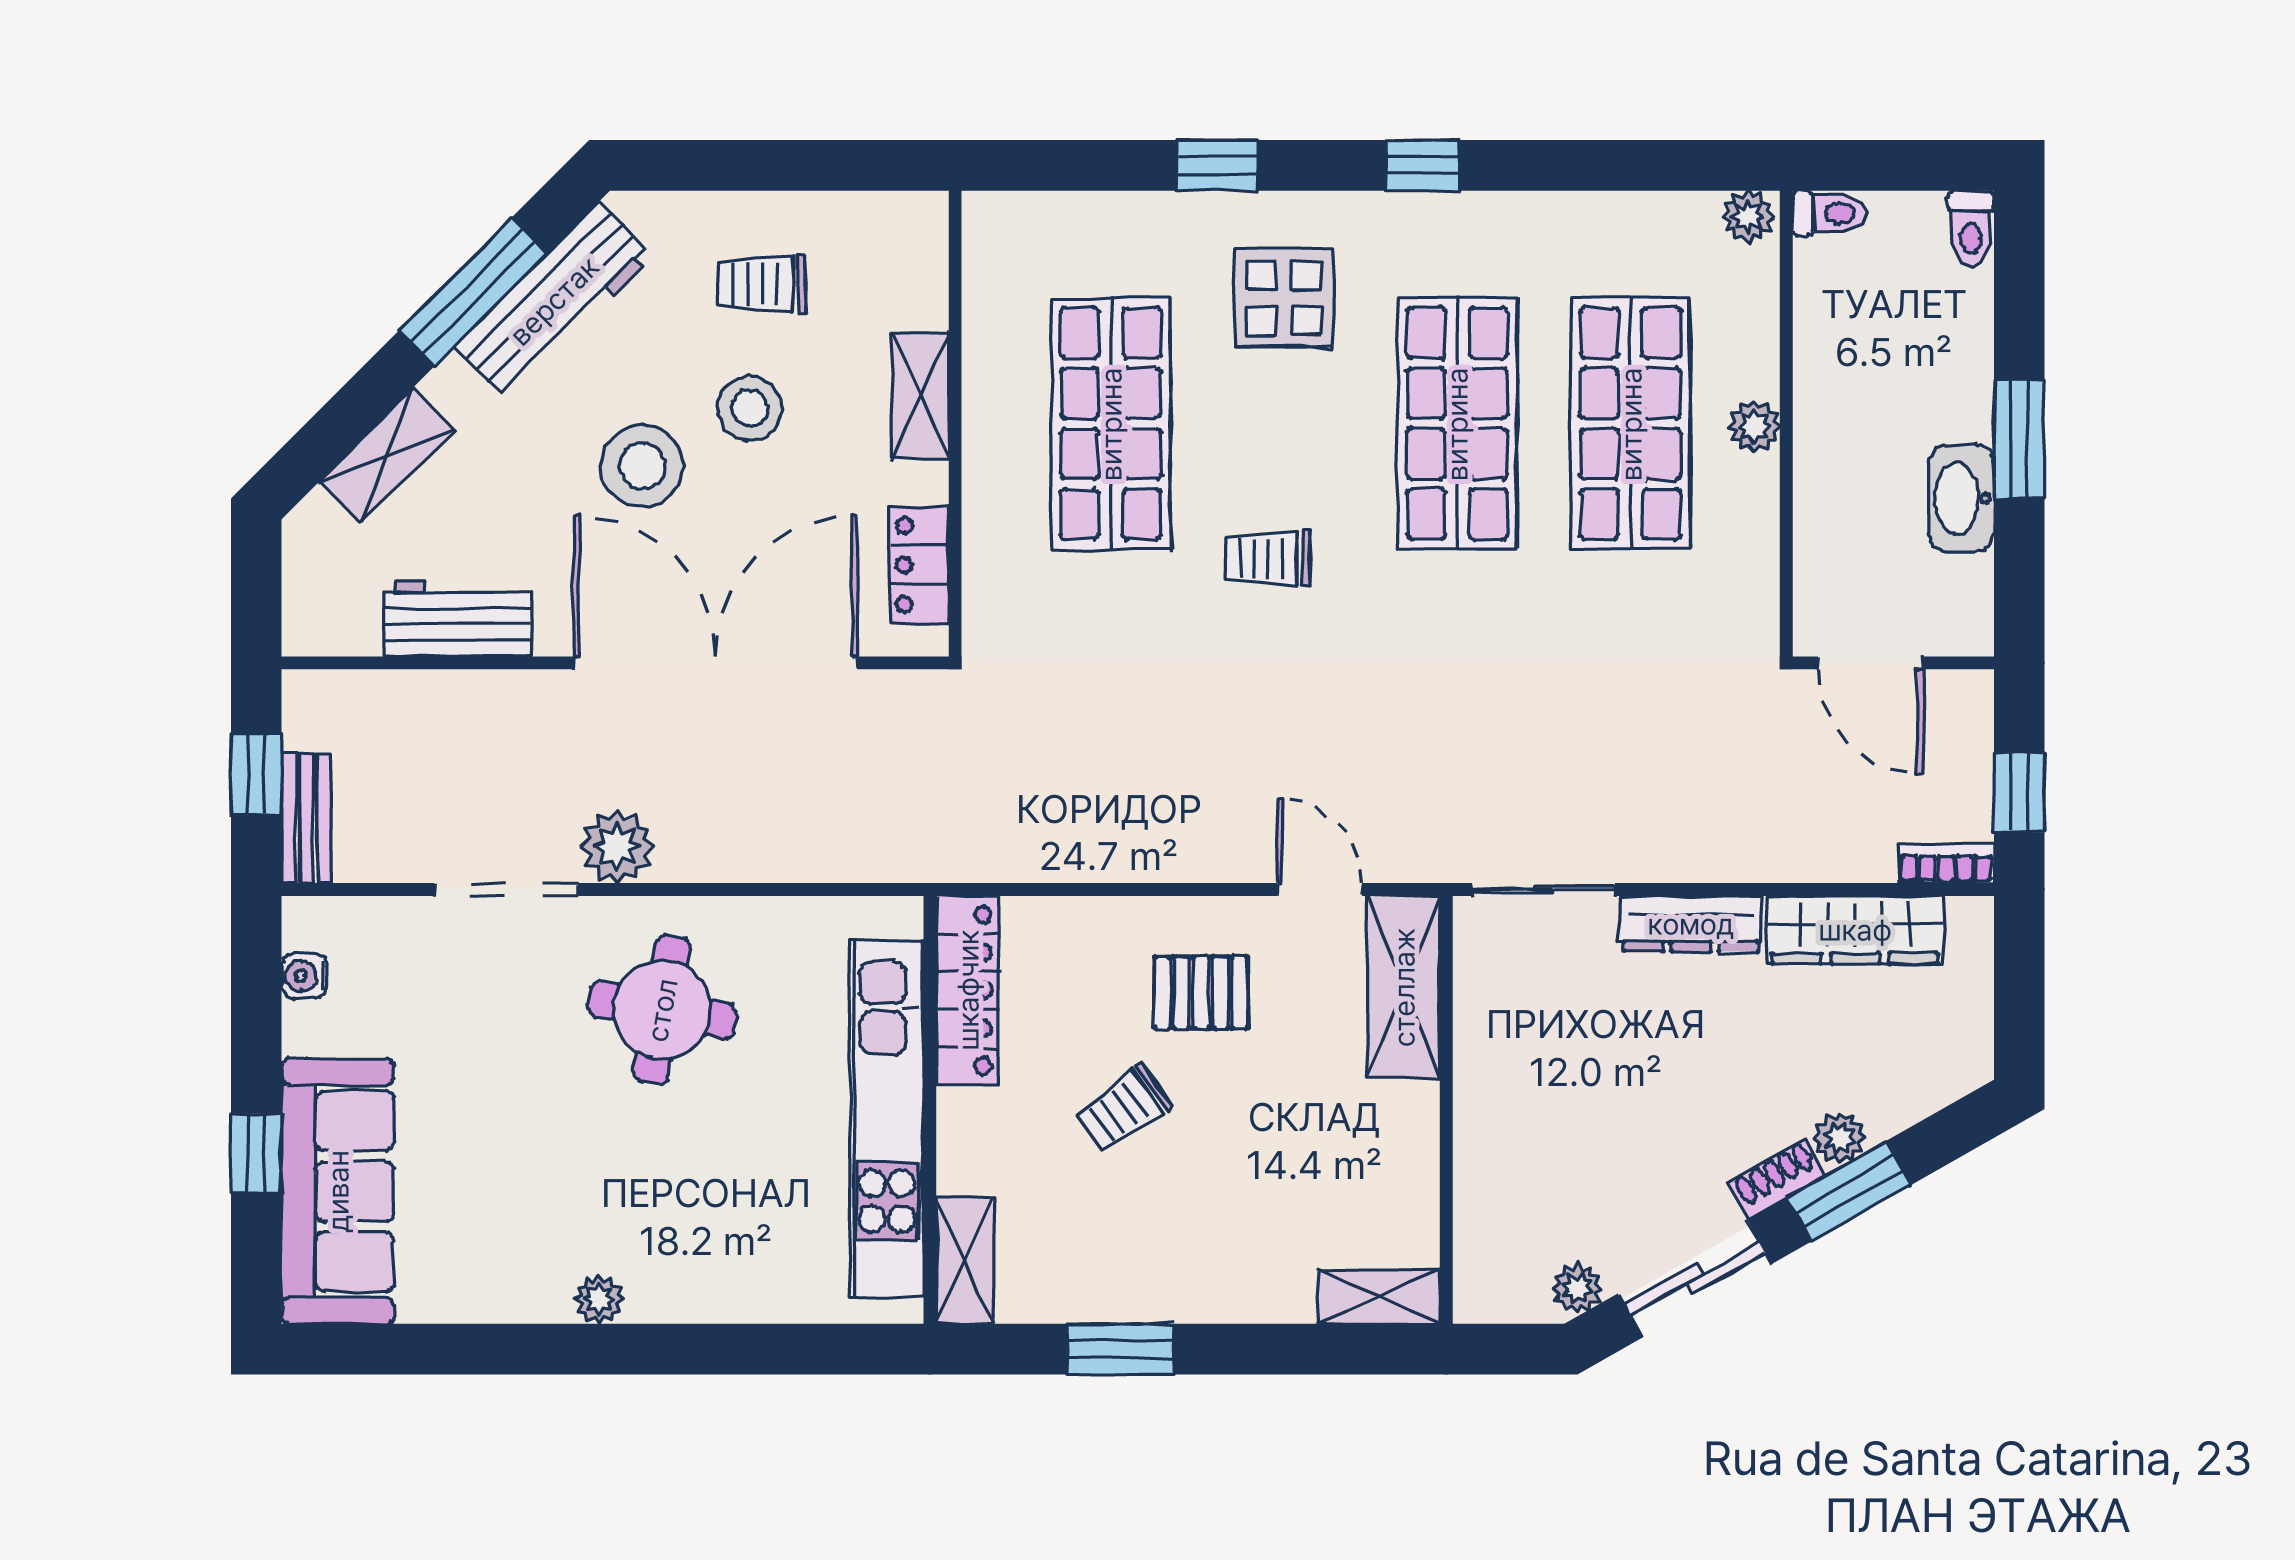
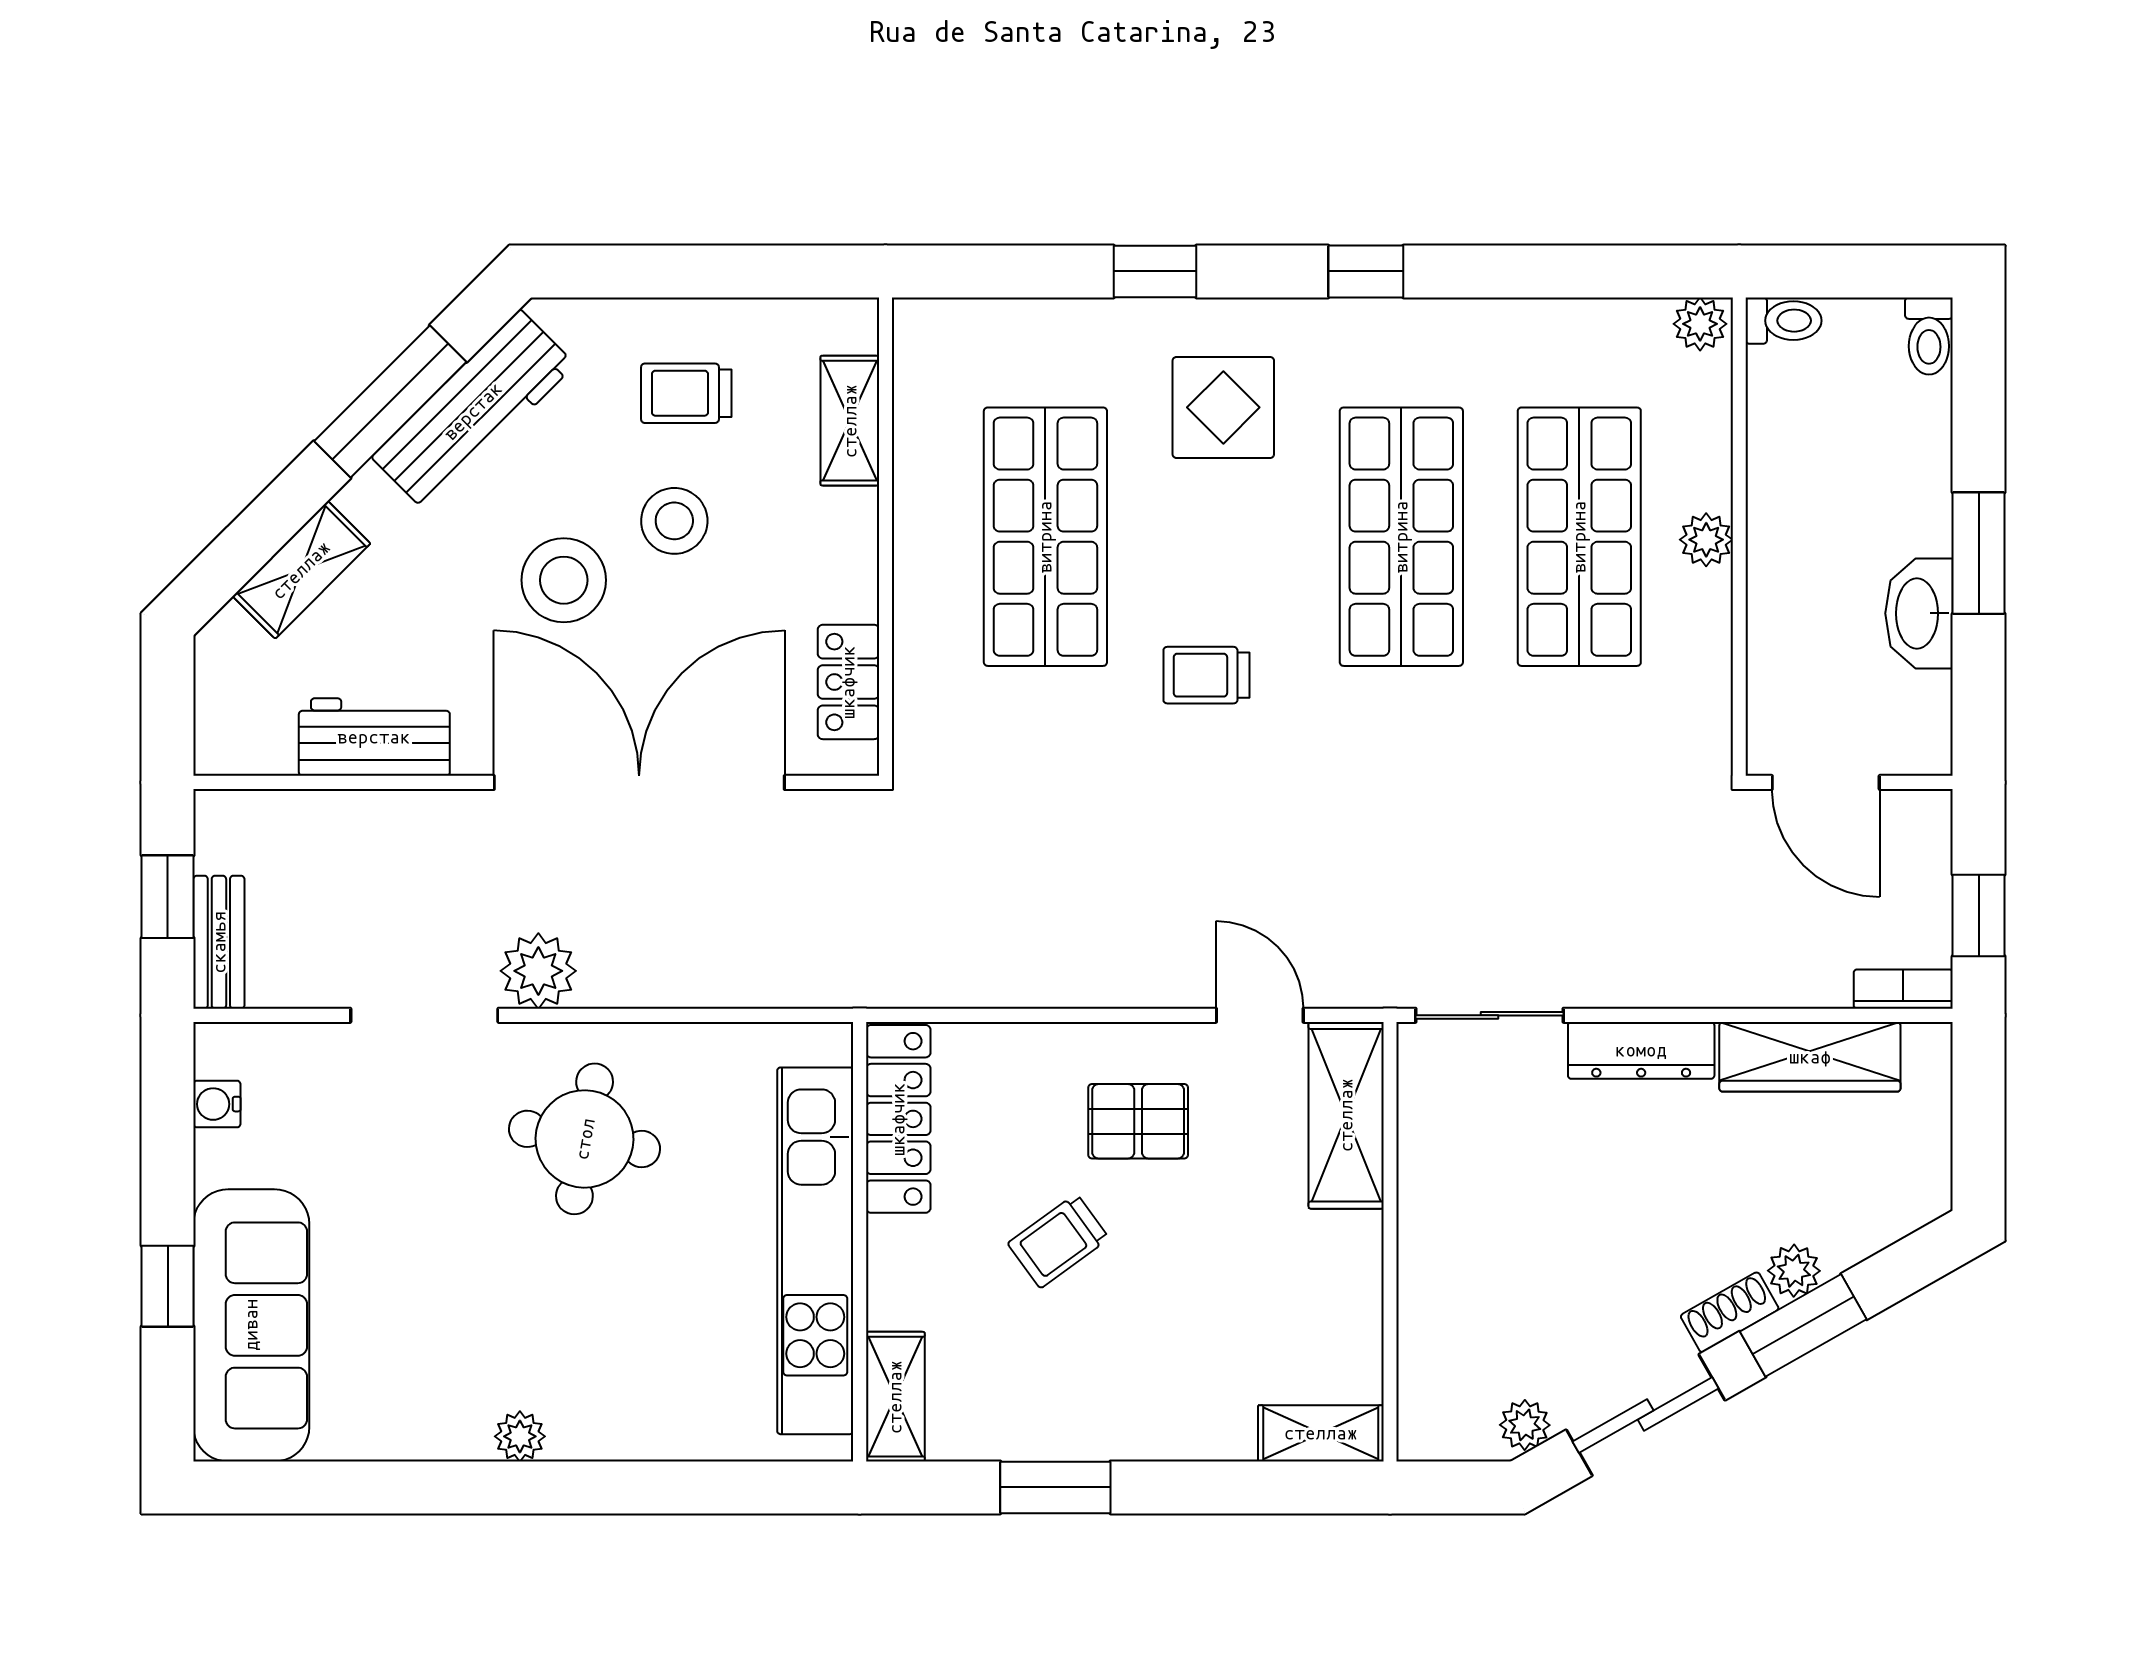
shelving: (920, 396) -> (850, 421), moved

